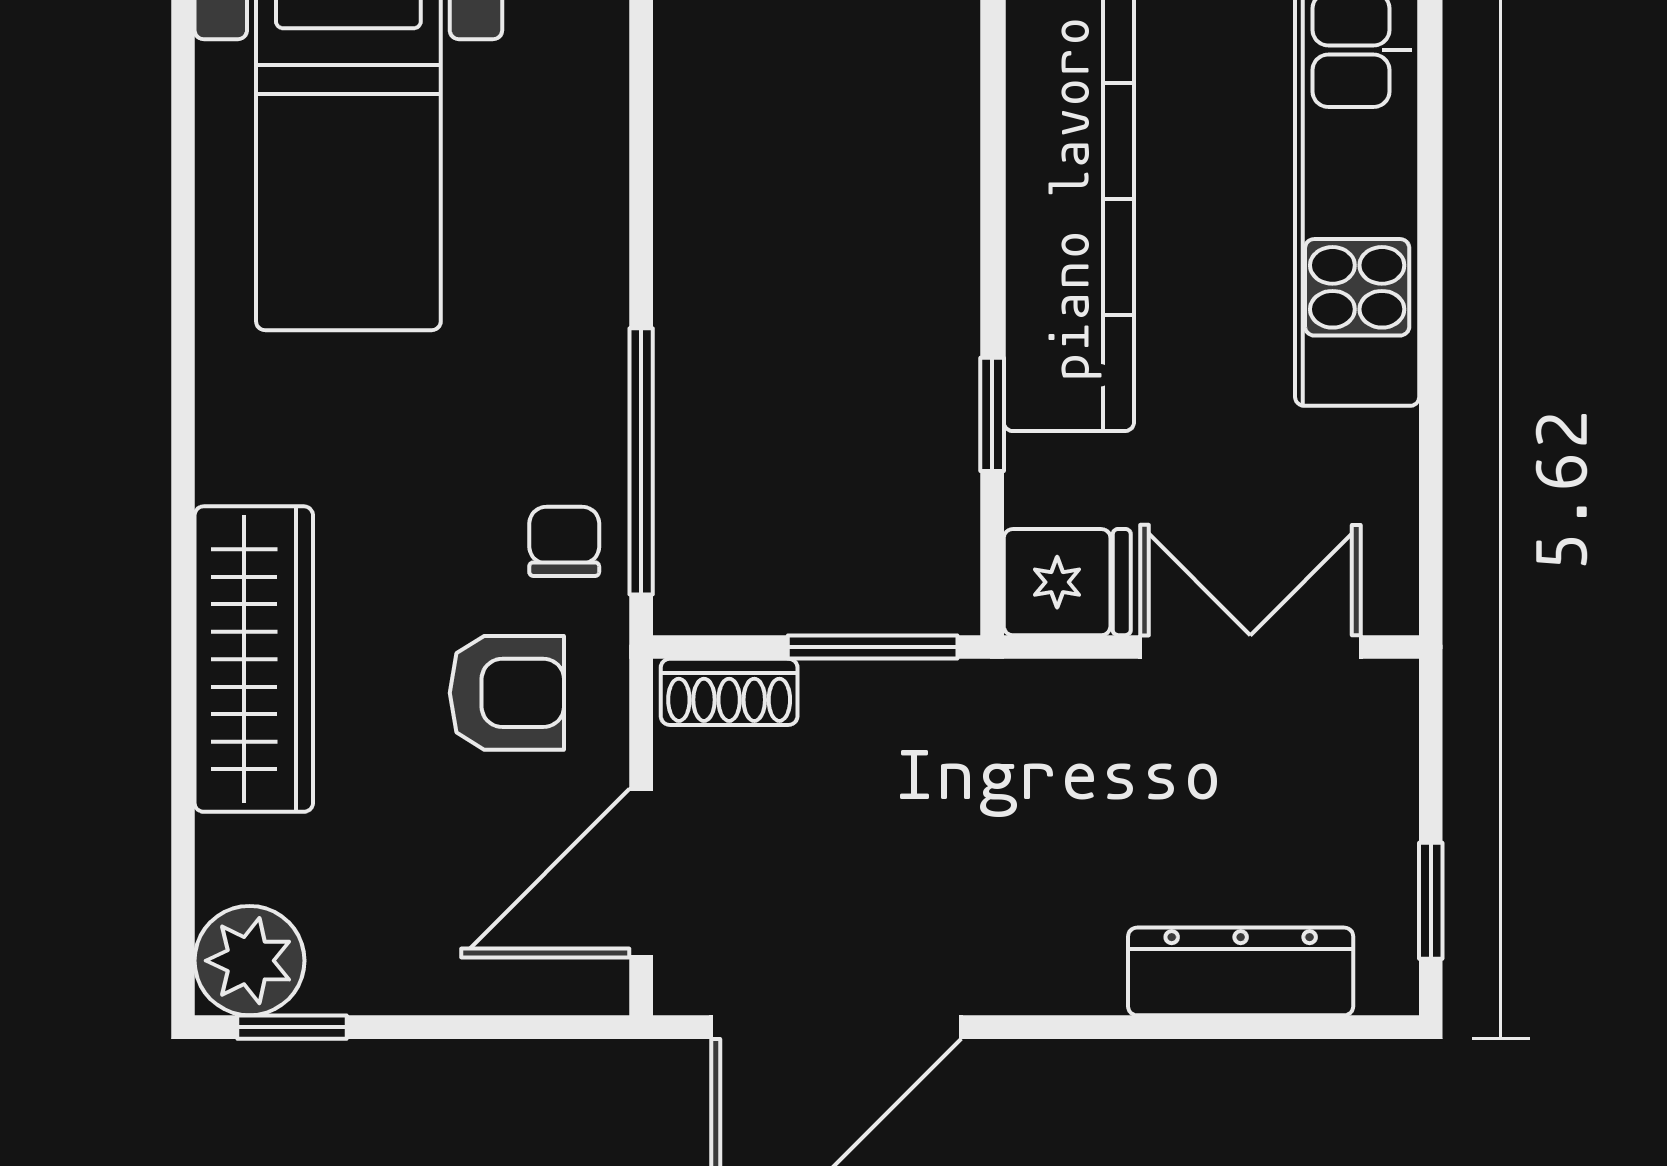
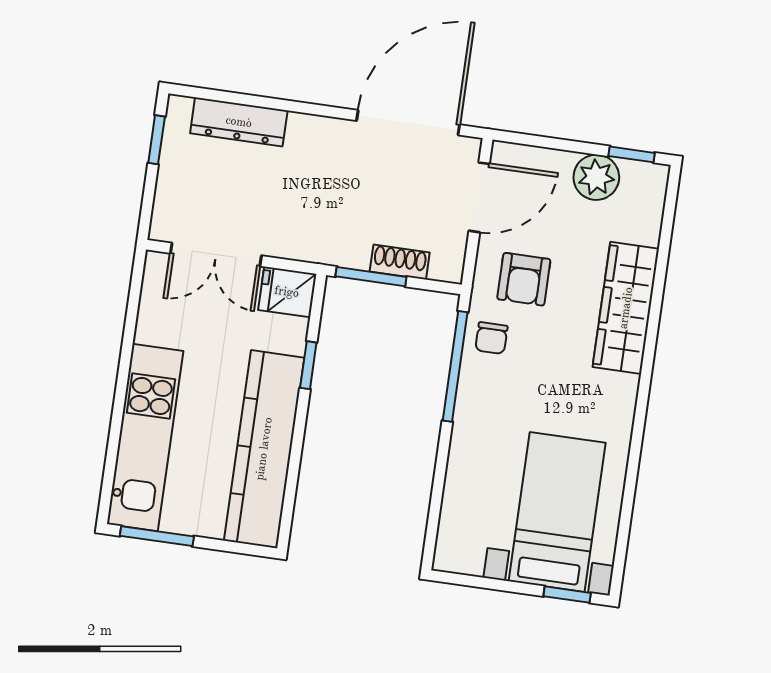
shoe rack: (729, 692) -> (400, 262), moved
armchair: (507, 693) -> (524, 279), turned -90
plant: (250, 961) -> (596, 177), moved

